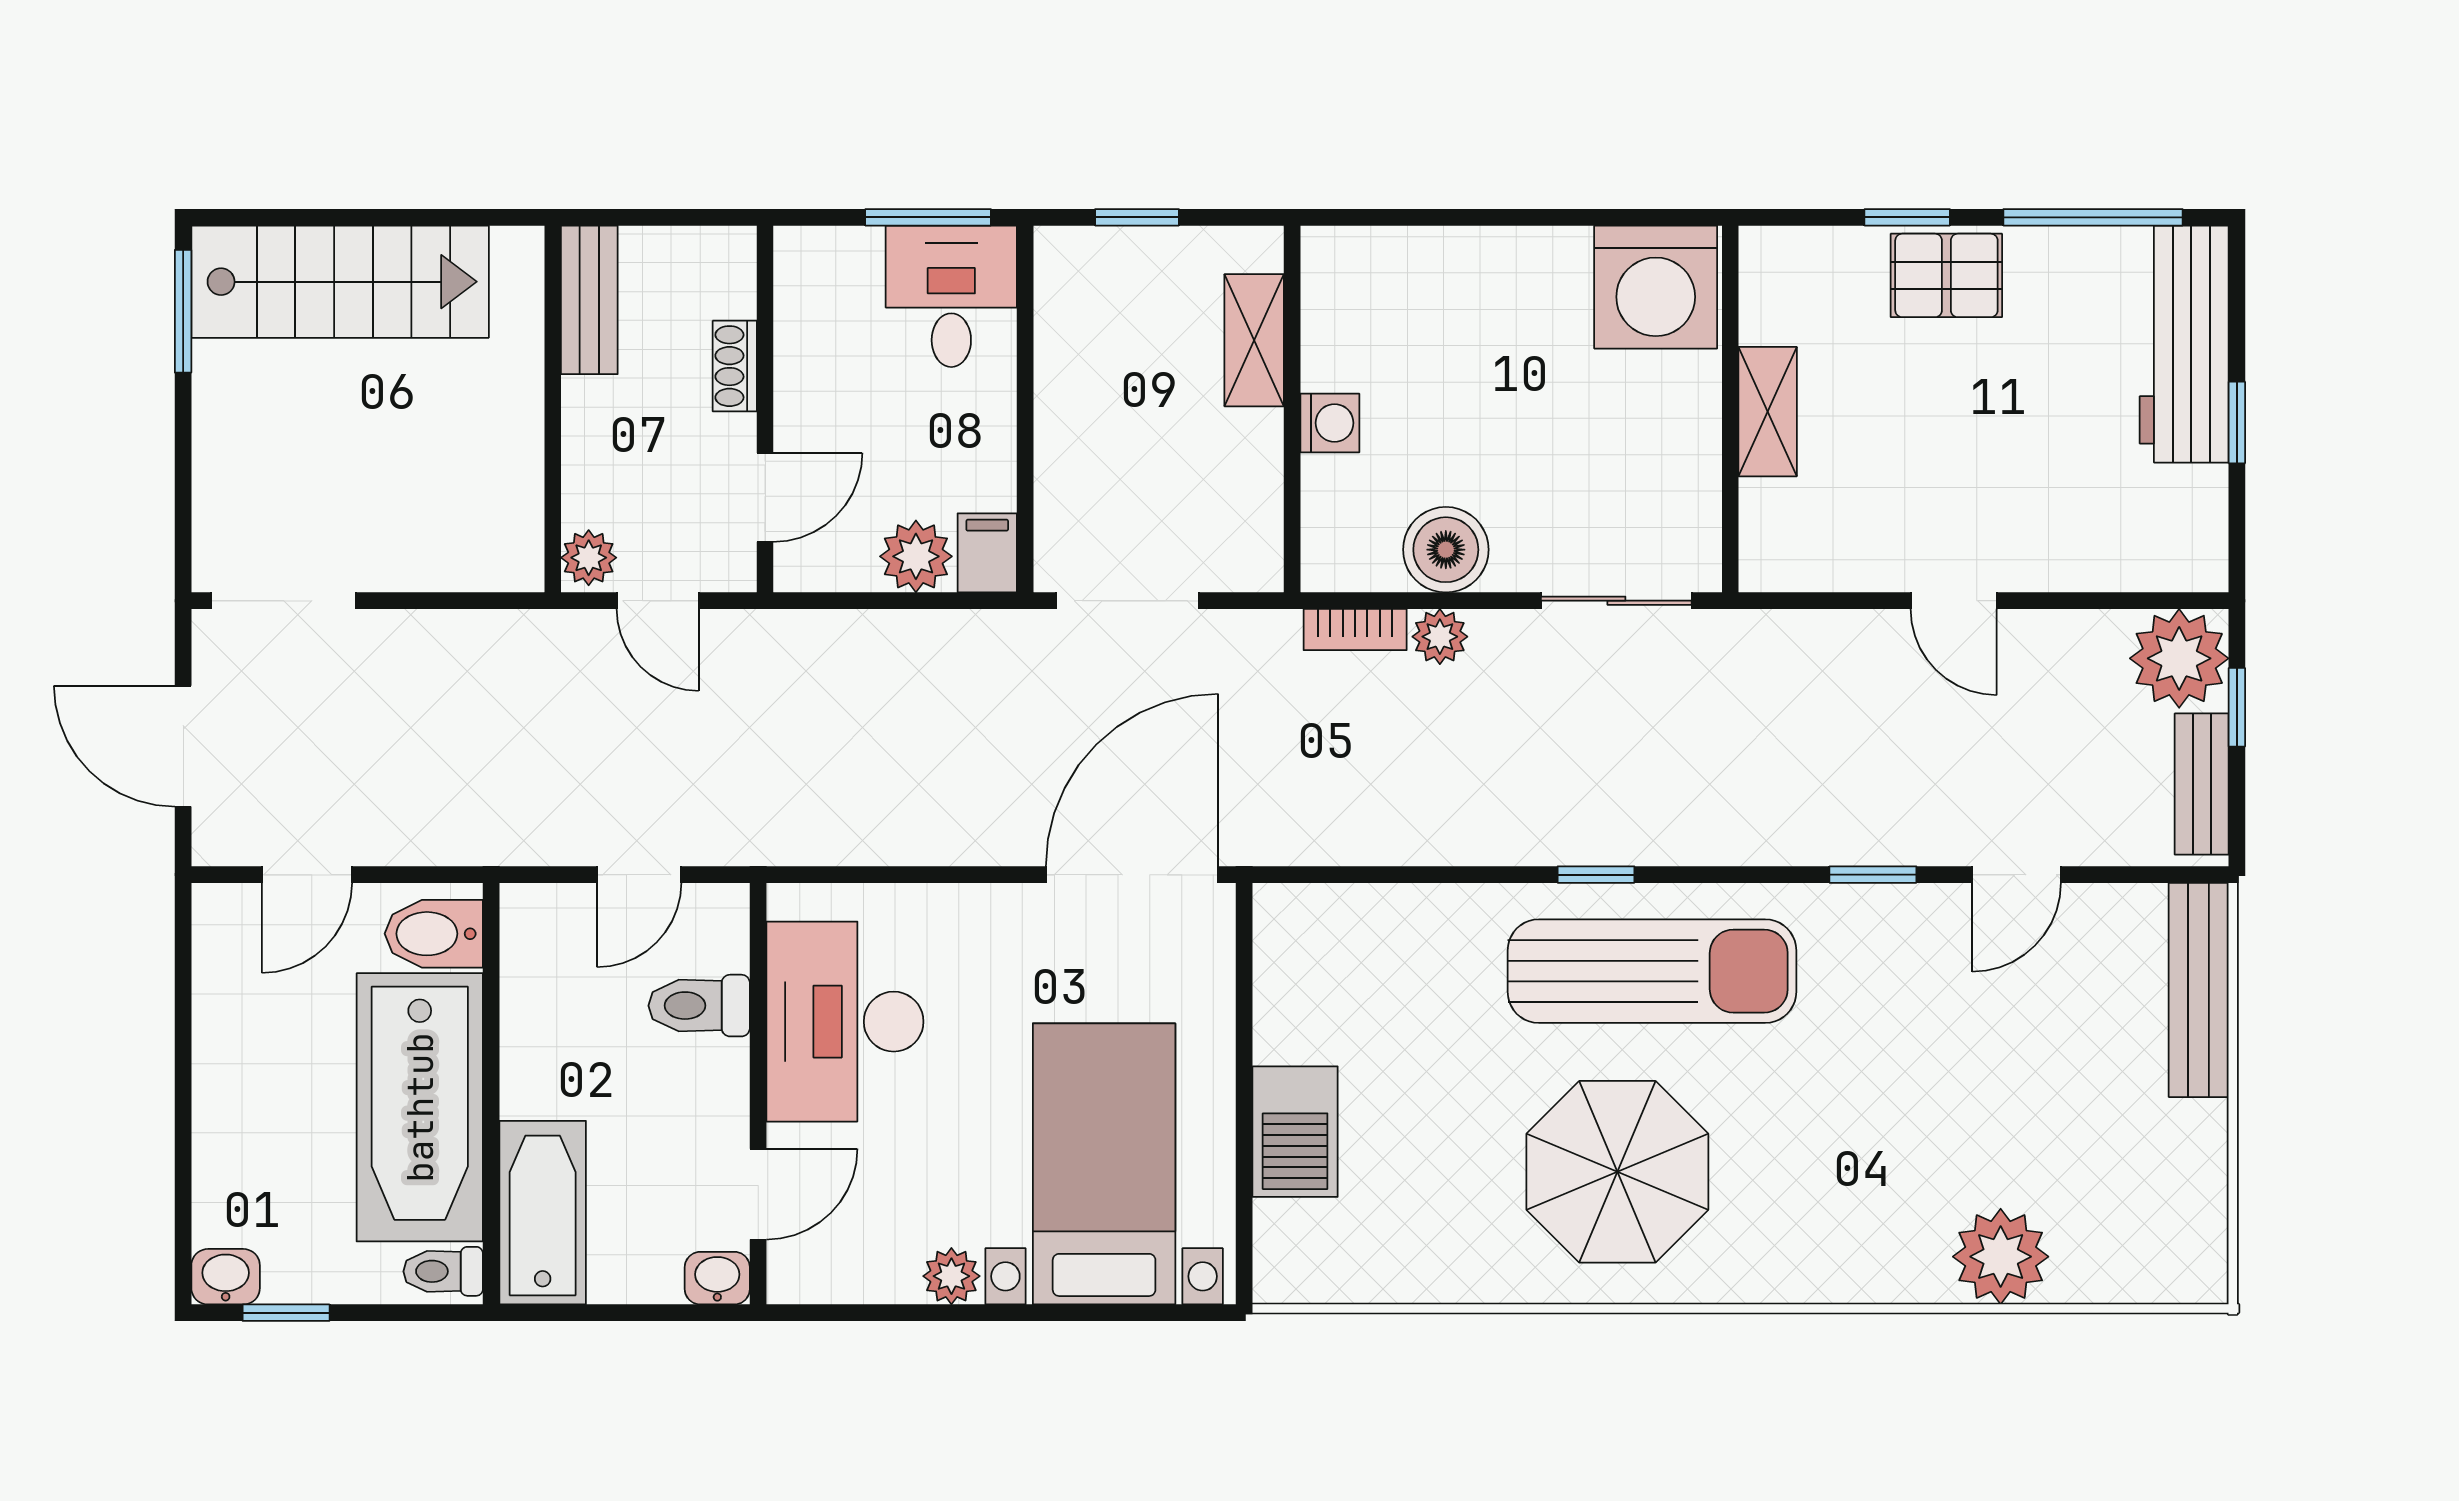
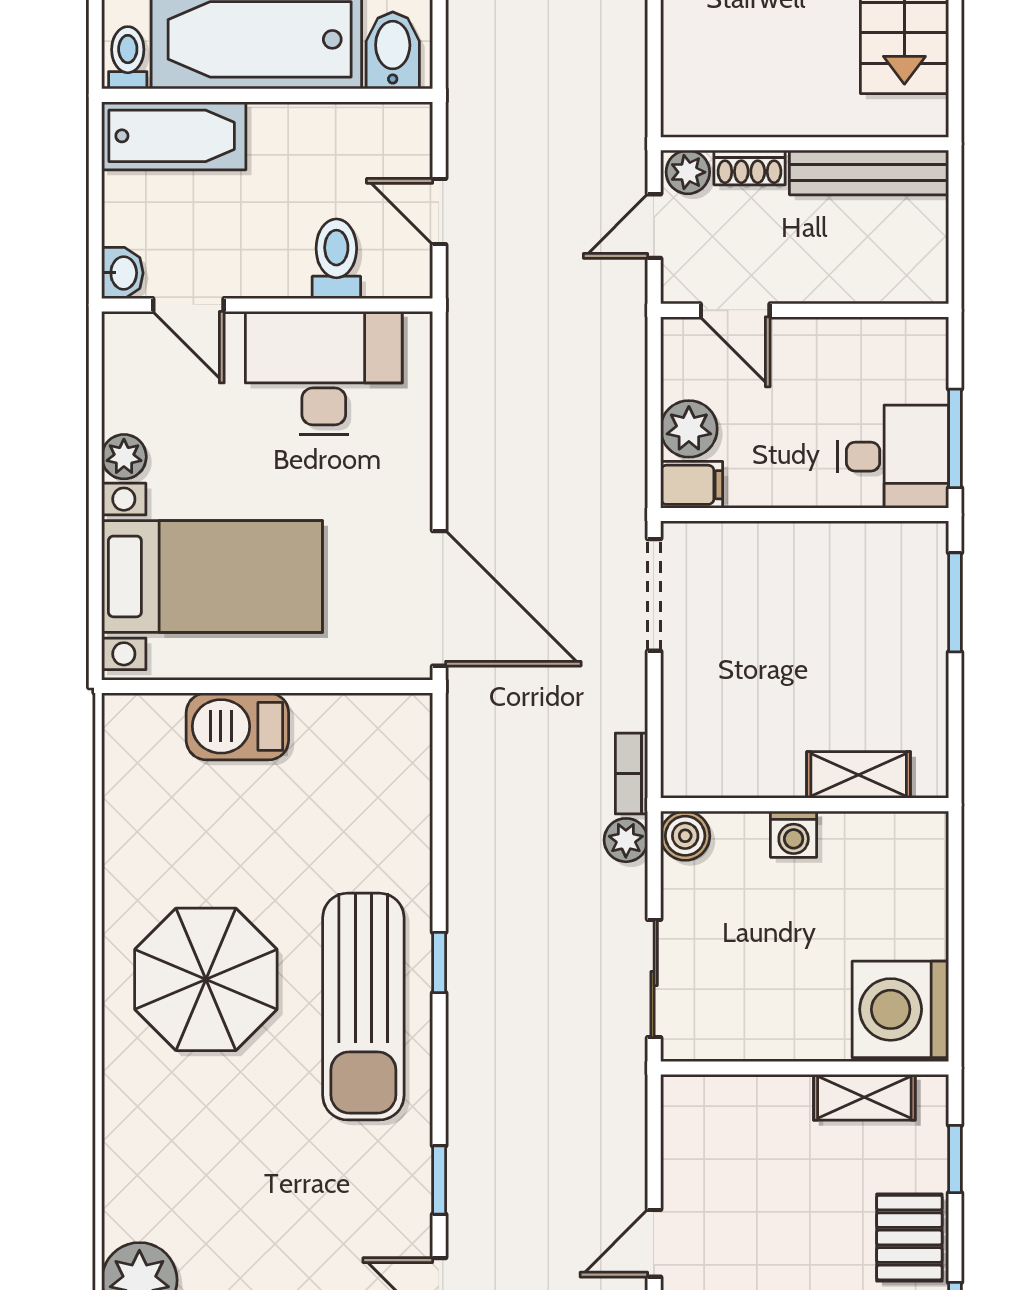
window: (1137, 217) -> (955, 602), width x1.50
window: (1907, 217) -> (955, 1159), moved
bench: (589, 300) -> (869, 173), width x1.36
shelving: (1254, 340) -> (859, 775), moved
shoe rack: (735, 366) -> (750, 168), moved, turned 180
wall: (1292, 409) -> (805, 805), moved
shelving: (1768, 412) -> (864, 1097), moved
washing machine: (1330, 423) -> (794, 834), moved
boiler: (1446, 550) -> (685, 836), width x0.73, depth x0.73

